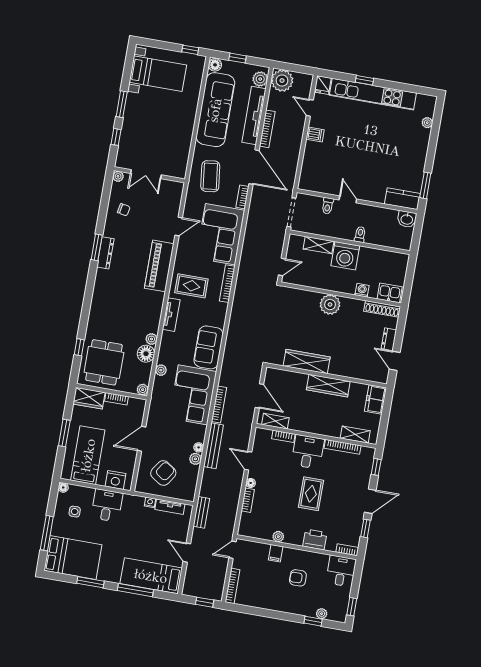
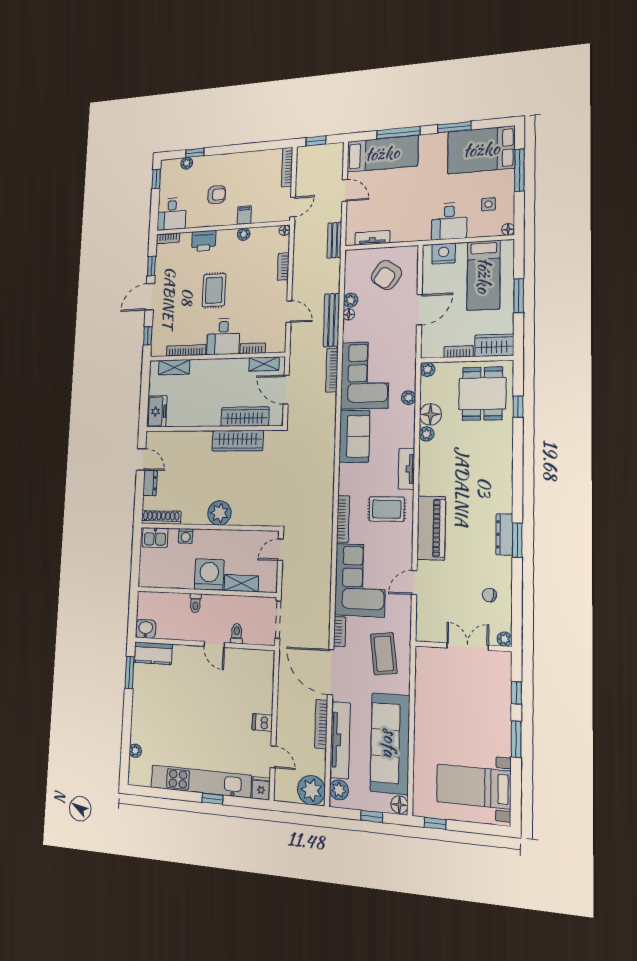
wardrobe: (328, 386) -> (245, 417), moved
floor lamp: (251, 483) -> (285, 230), moved
nightstand: (150, 502) -> (397, 237), removed

